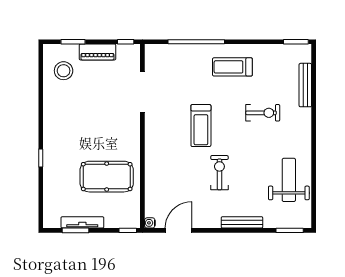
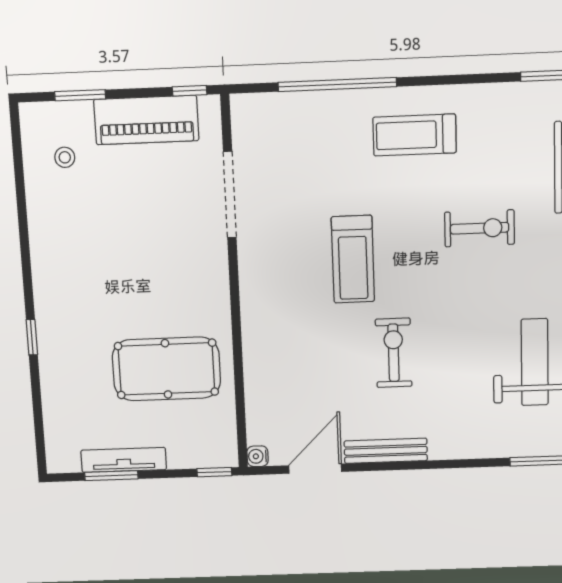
piano: (97, 52) -> (146, 120), width x1.37, depth x1.33
stool: (64, 71) -> (65, 157), width x0.53, depth x0.53
bench: (242, 222) -> (386, 451), moved

